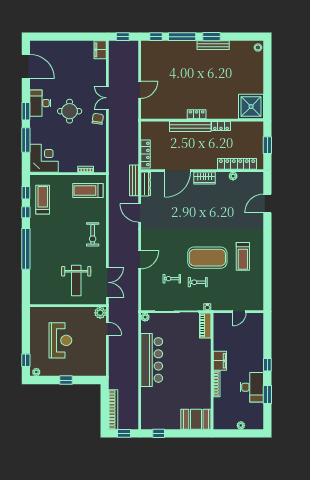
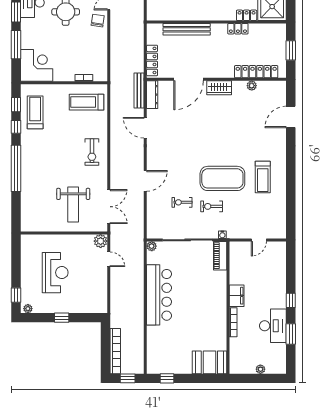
locker: (197, 114) -> (247, 15), moved
bench: (190, 126) -> (187, 29), moved

